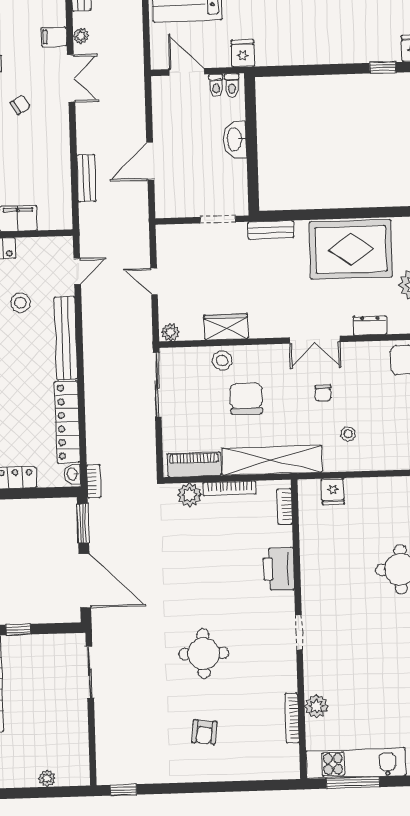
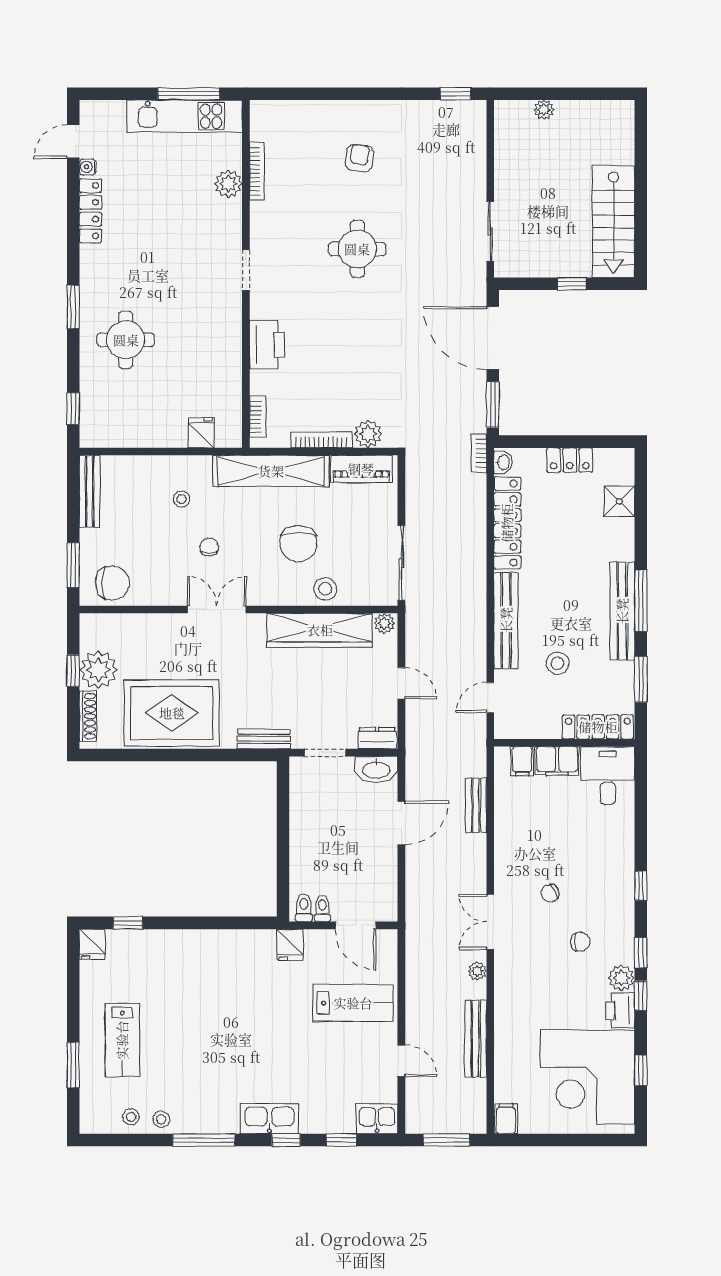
filing cabinet: (54, 37) -> (522, 761), moved, turned 90
washbasin: (235, 139) -> (376, 769), moved, turned 90
dresser: (370, 326) -> (377, 738), moved, turned 180
wardrobe: (226, 327) -> (320, 630), width x2.10, depth x1.17

